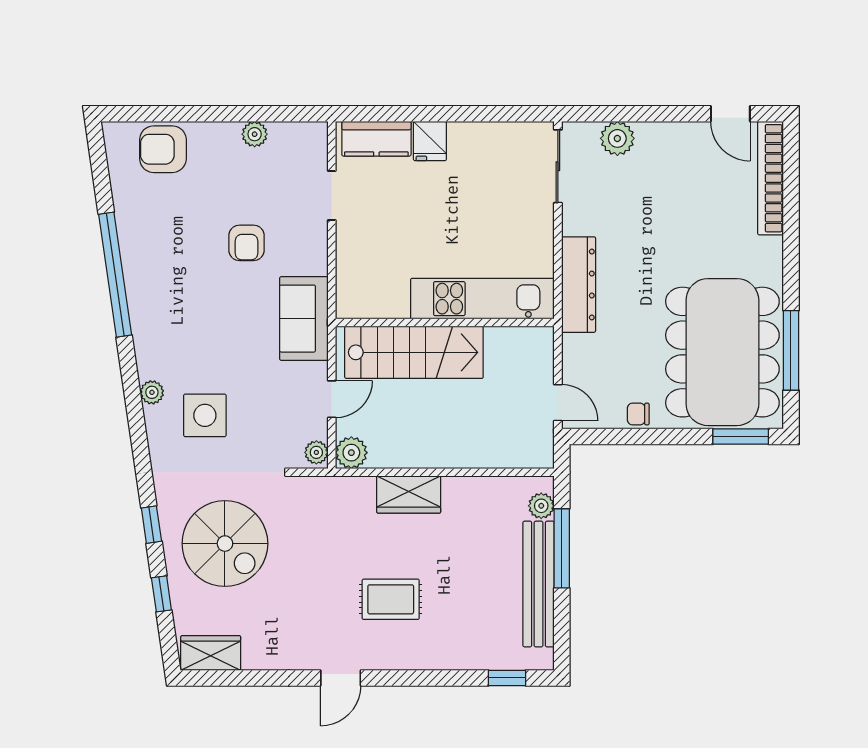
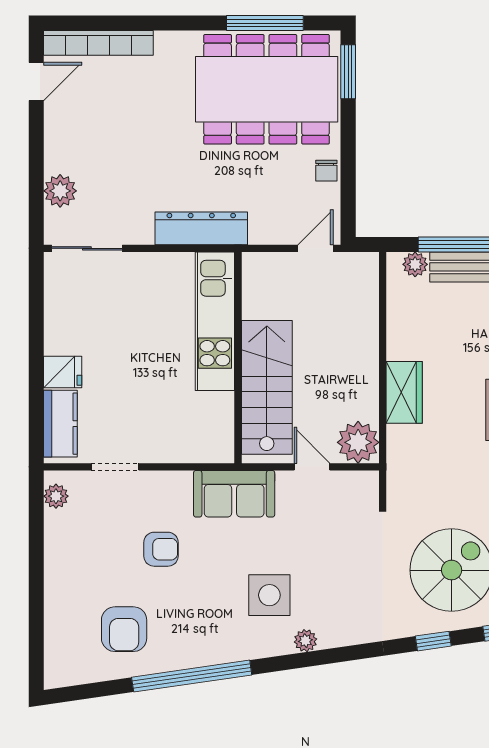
plant: (255, 134) -> (56, 496), moved
armchair: (163, 149) -> (124, 629), moved
side table: (205, 415) -> (269, 595), moved
plant: (316, 452) -> (363, 482), removed
plant: (351, 453) -> (358, 442), width x1.36, depth x1.36

